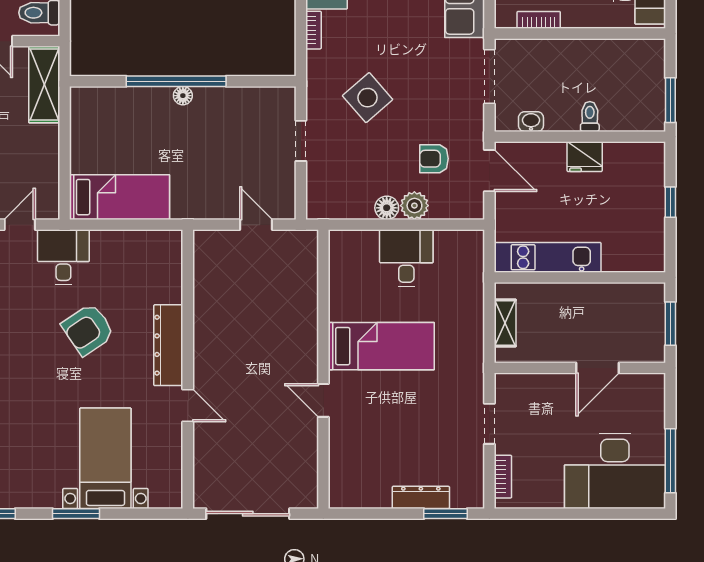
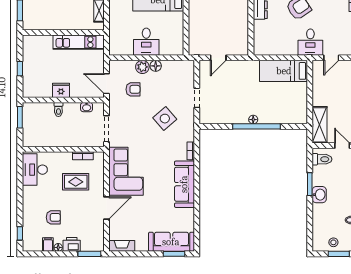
door: (256, 225) -> (218, 58), hinge flipped

